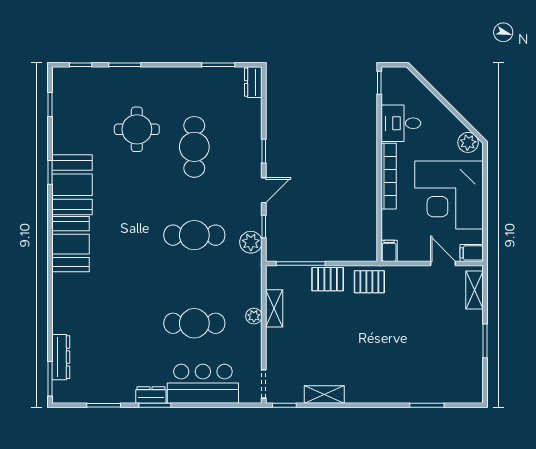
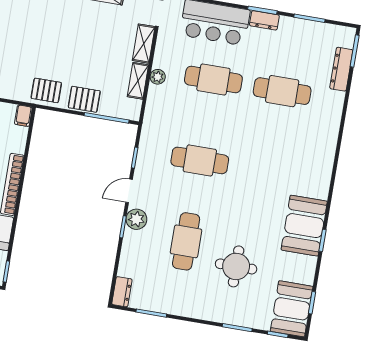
plant: (251, 242) -> (136, 219), moved
booth: (70, 244) -> (292, 309), moved
cafe table: (119, 323) -> (282, 91), added
shelving: (275, 349) -> (144, 44), added

